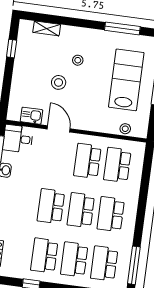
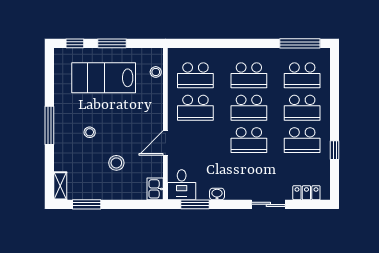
shelving: (47, 28) -> (60, 186), moved
window: (122, 28) -> (49, 125), moved
window: (12, 49) -> (87, 204), width x1.50
stool: (59, 82) -> (116, 163), moved
kitchen sink: (32, 116) -> (155, 189), moved

